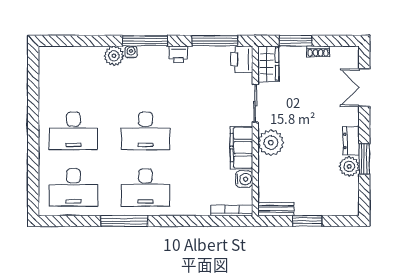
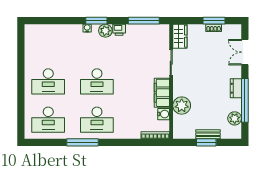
window: (145, 41) -> (96, 21), width x0.69
window: (296, 41) -> (214, 21), moved
plant: (114, 56) -> (105, 31), moved
printer: (242, 59) -> (162, 33), removed
plant: (271, 143) -> (182, 106), moved
window: (364, 159) -> (245, 100), width x2.11
plant: (349, 166) -> (235, 118), moved
bench: (276, 209) -> (208, 134), moved

